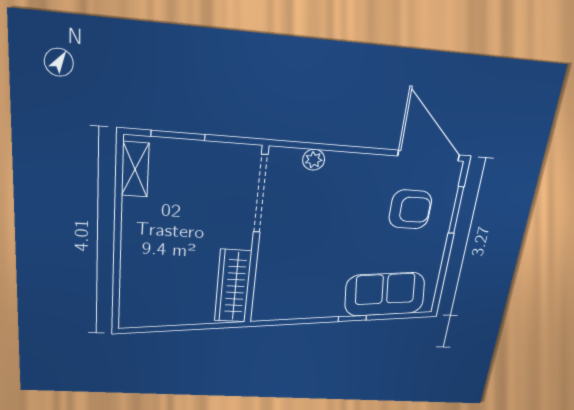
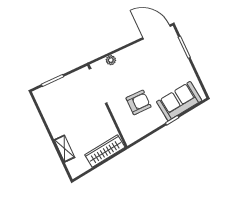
shelving: (135, 169) -> (64, 149), moved
armchair: (410, 209) -> (138, 102), moved
wardrobe: (233, 286) -> (105, 151), moved, turned 84

